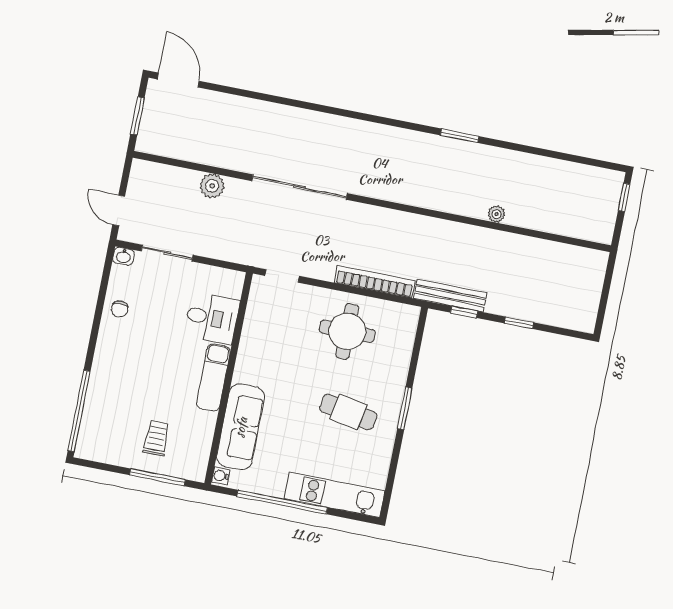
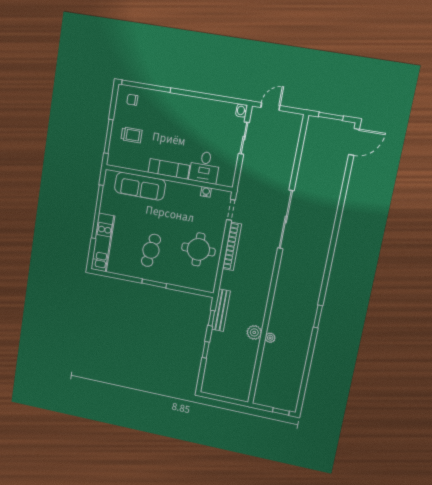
plant: (212, 186) -> (254, 332), moved
bookcase: (375, 282) -> (232, 246), moved
chair: (120, 309) -> (132, 100), moved
water cooler: (221, 476) -> (206, 192), moved

